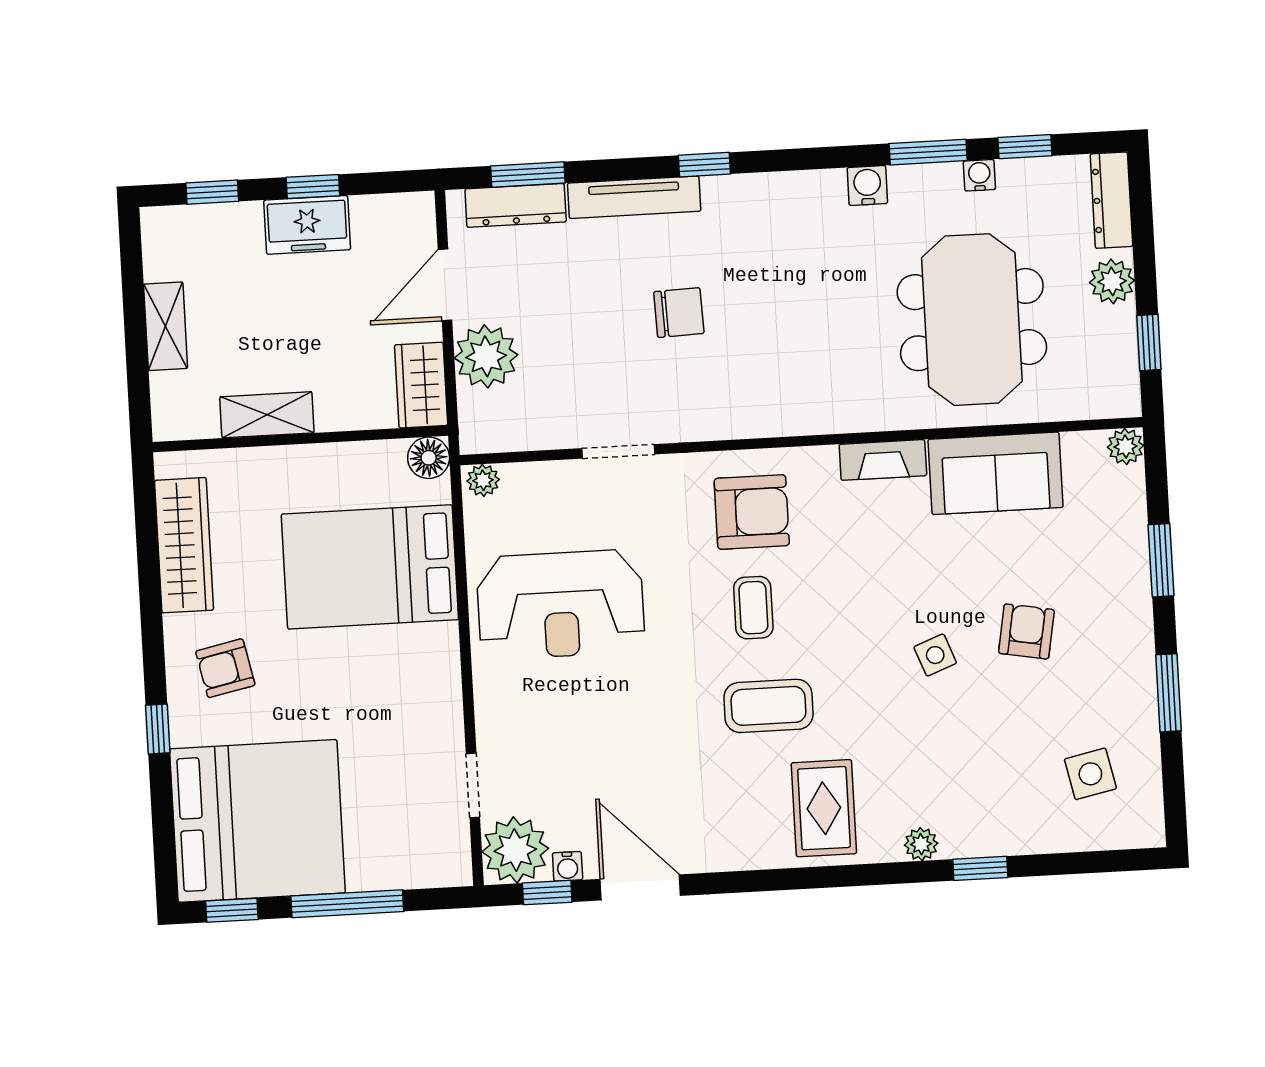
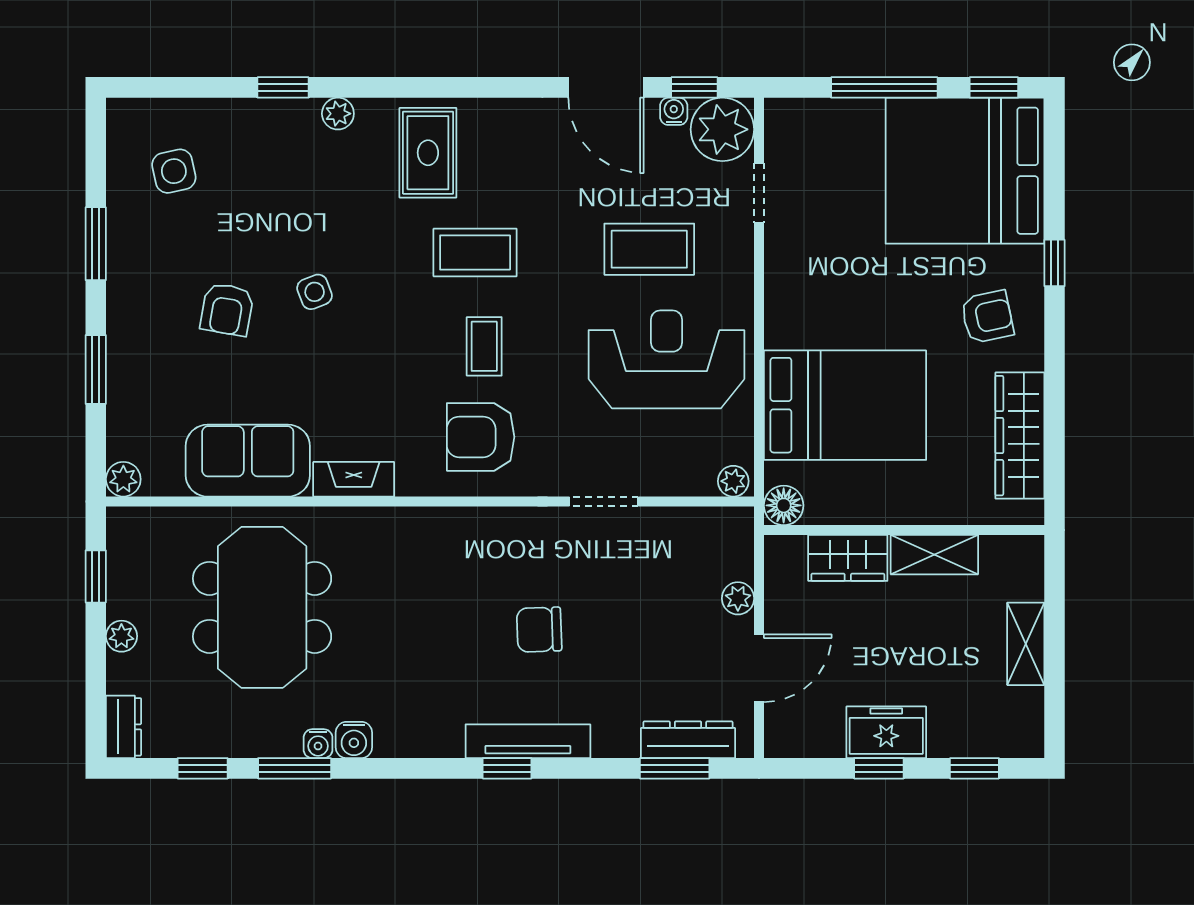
water cooler: (979, 175) -> (318, 744), moved
tv unit: (634, 197) -> (528, 741), moved
dresser: (1111, 200) -> (124, 727), width x0.70
plant: (1112, 281) -> (121, 636), width x0.73, depth x0.73
plant: (486, 356) -> (738, 598), width x0.53, depth x0.53
wardrobe: (421, 385) -> (848, 558), moved, turned 90
coffee table: (585, 720) -> (649, 249), added

